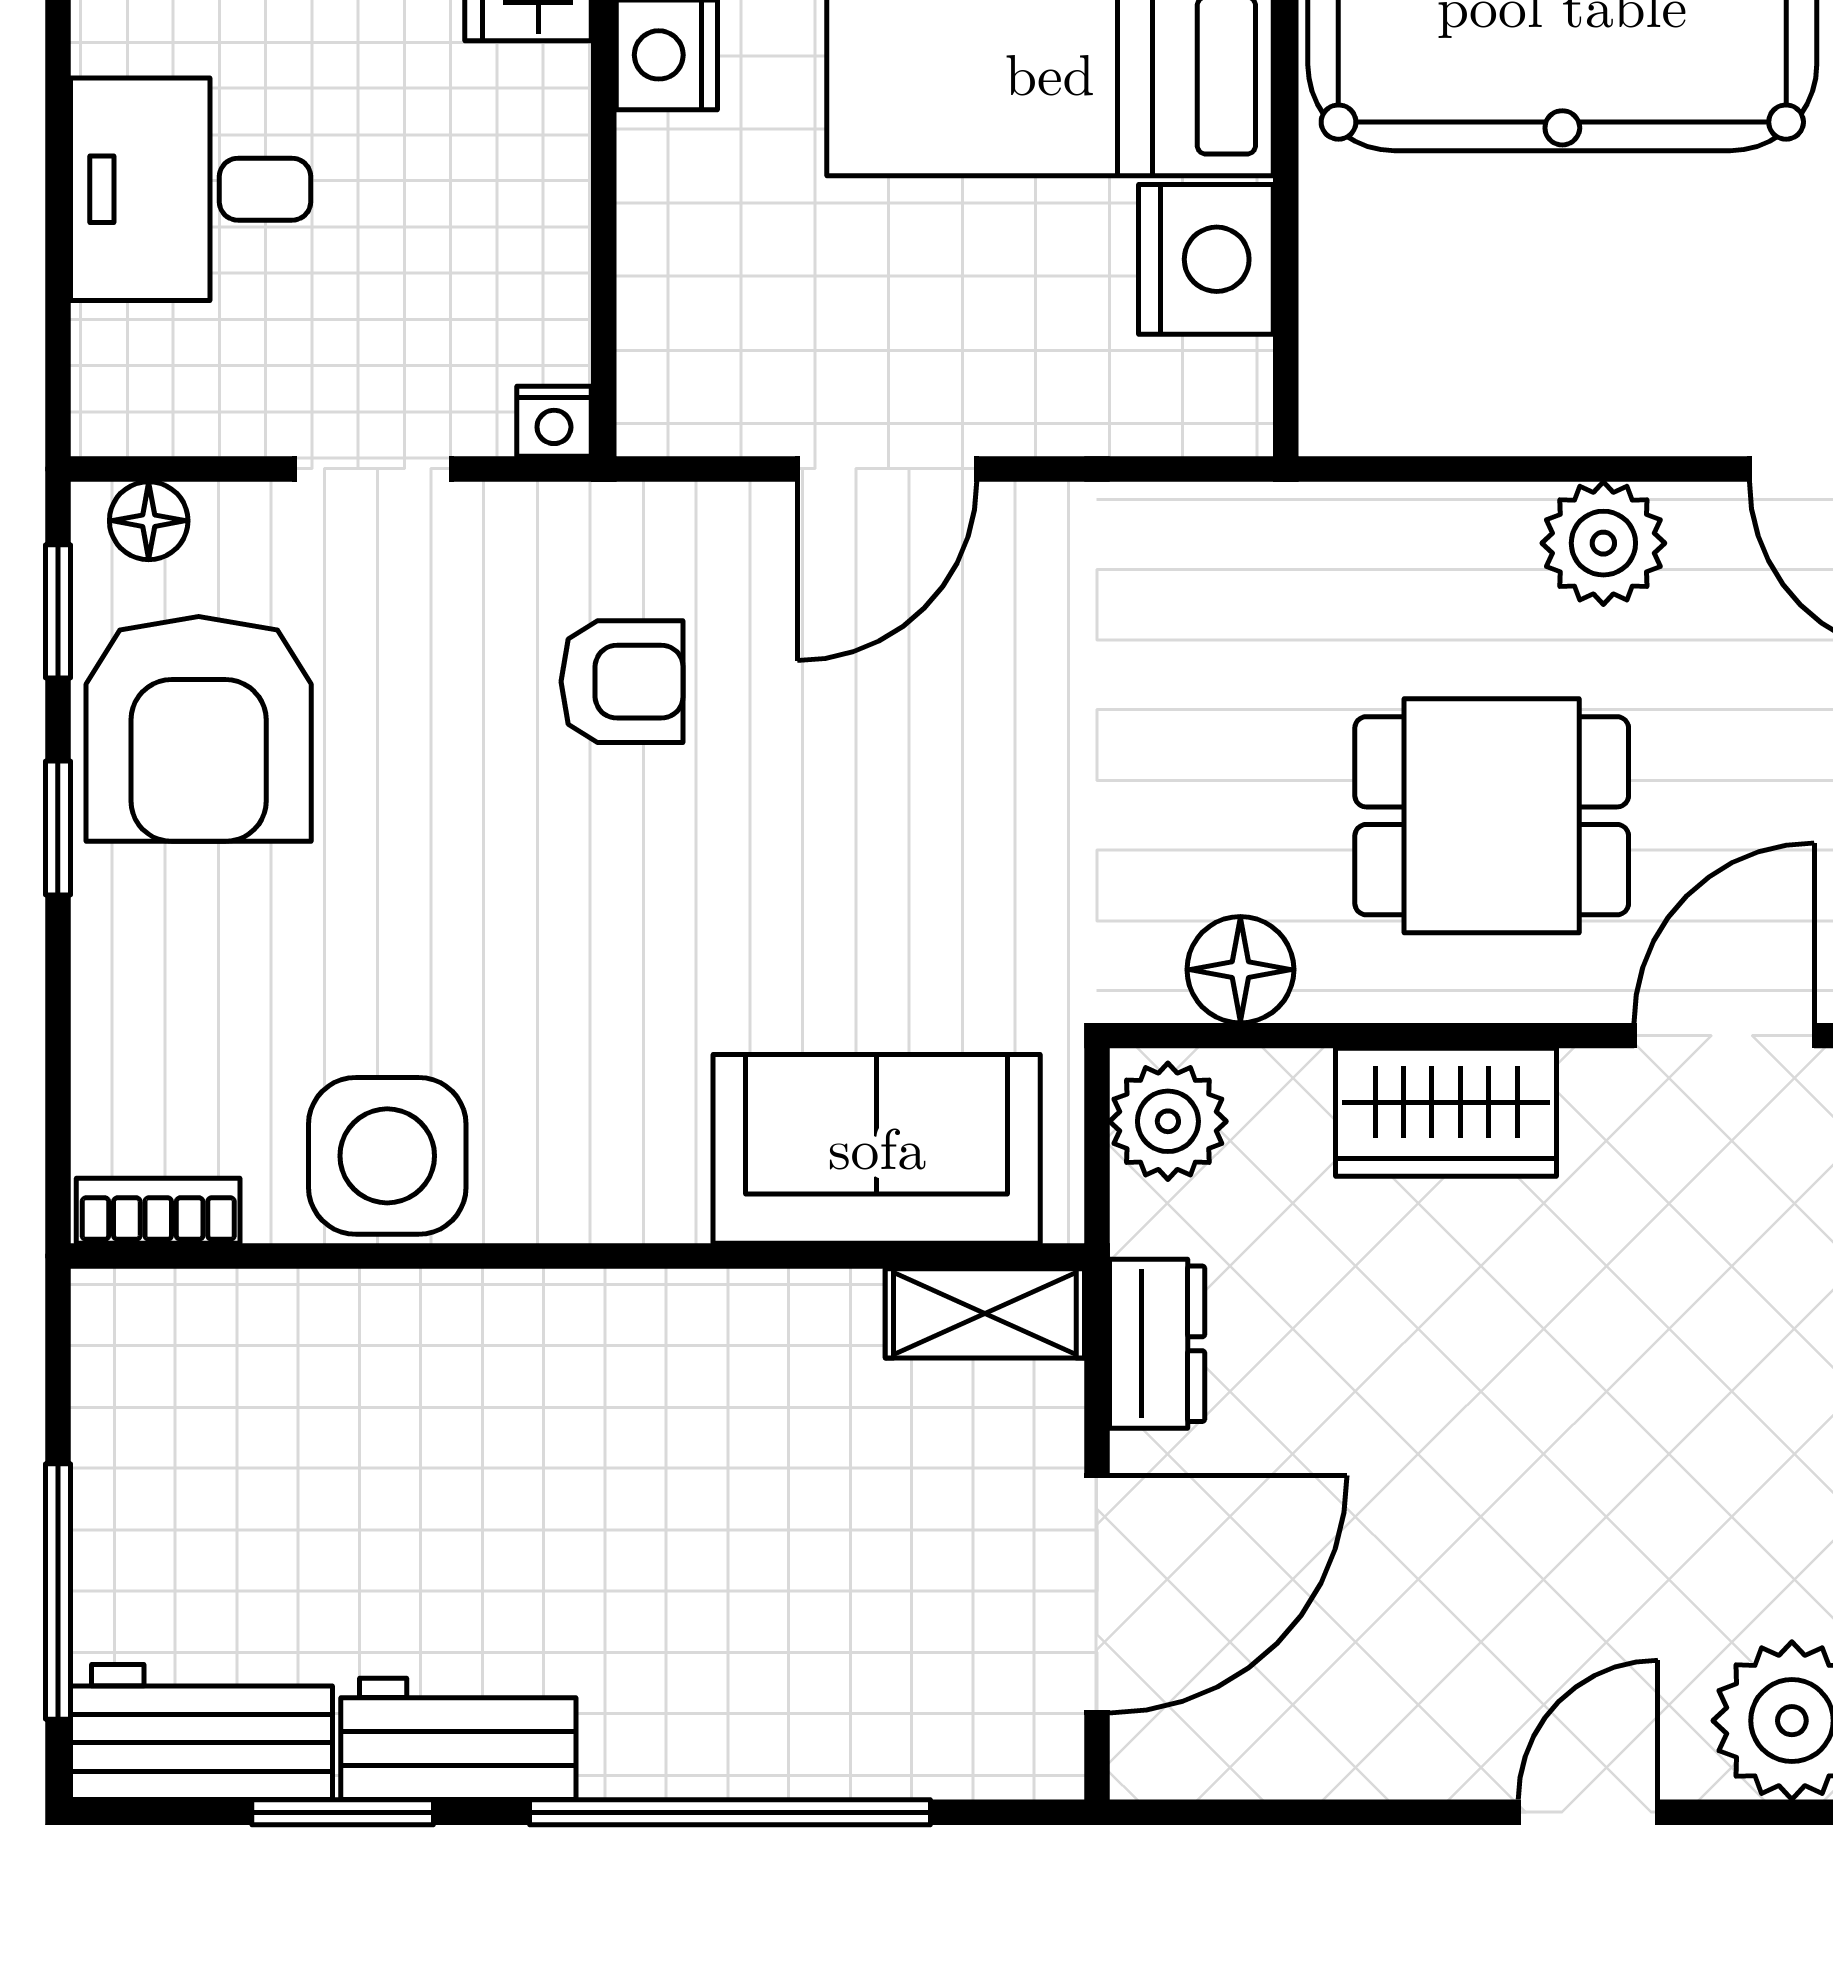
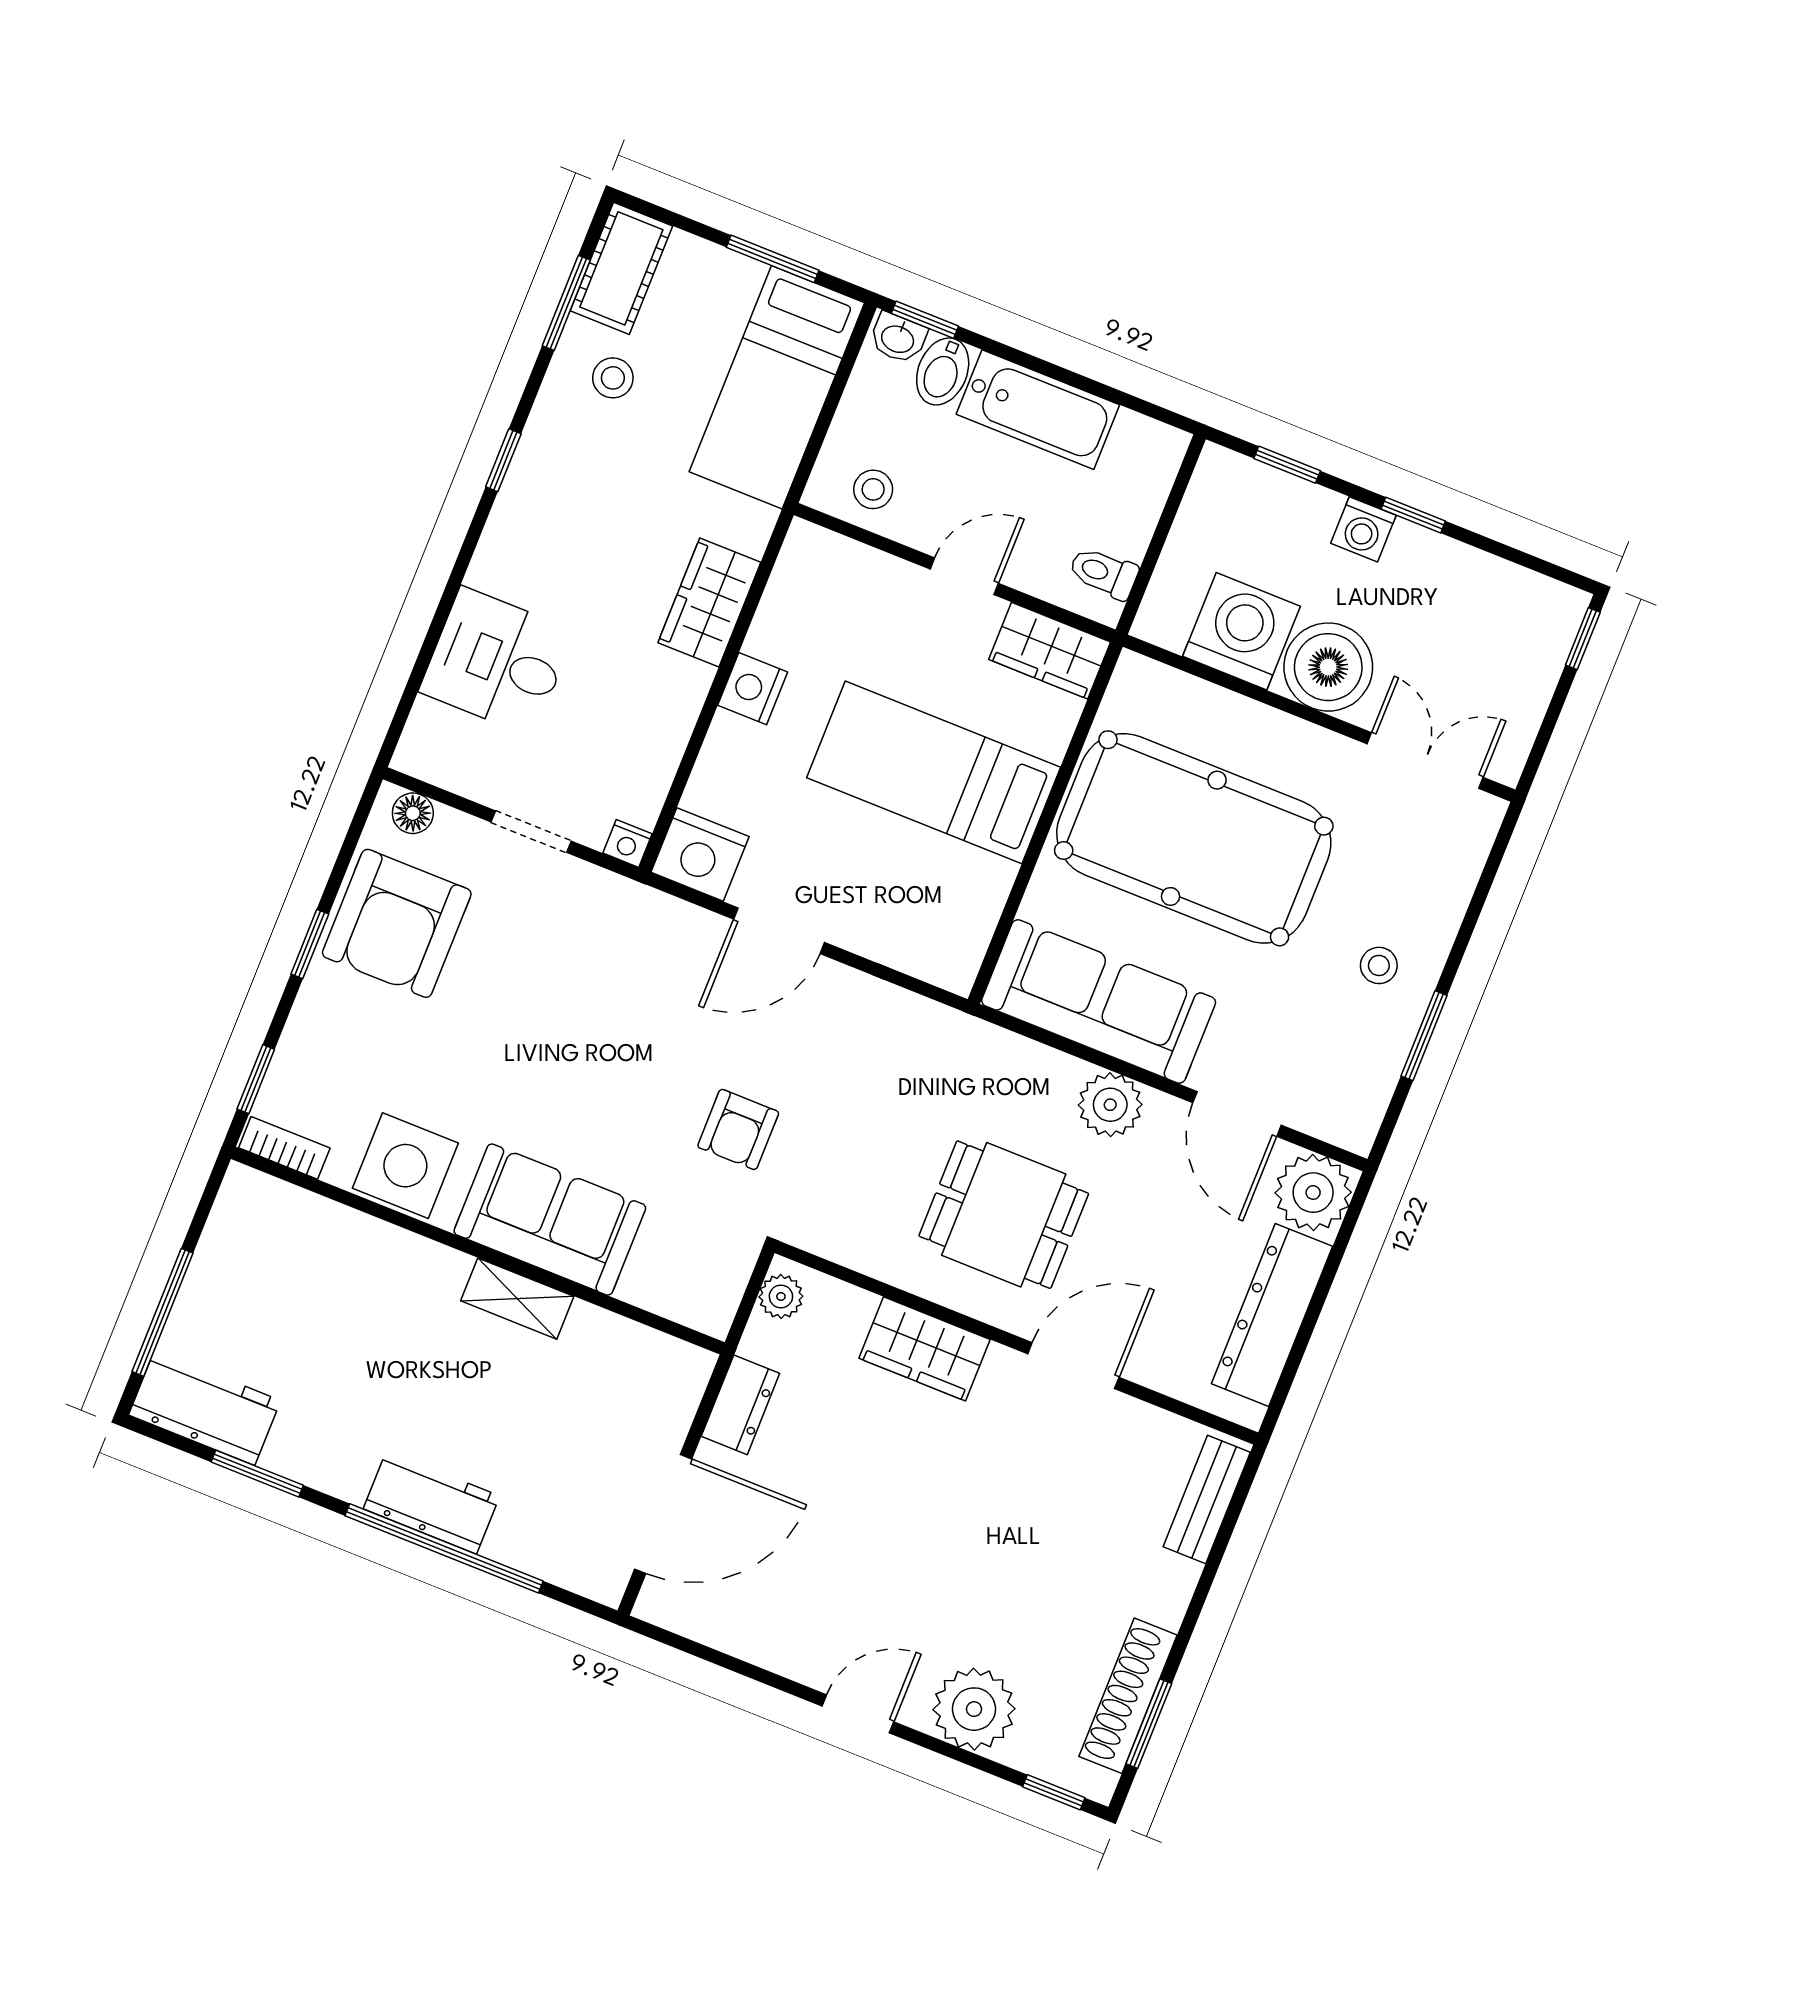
nightstand: (1206, 259) -> (700, 854), moved, turned 90
sofa: (1509, 367) -> (1099, 1001), added
window: (58, 611) -> (256, 1079), moved
armchair: (622, 682) -> (738, 1129), moved, turned 90
floor lamp: (1240, 970) -> (853, 1240), removed
plant: (1168, 1121) -> (781, 1297), width x0.73, depth x0.73
sofa: (877, 1149) -> (550, 1220), moved
shelving: (985, 1313) -> (517, 1299), moved
workbench: (458, 1739) -> (432, 1502), moved

